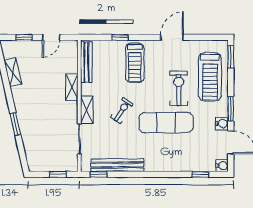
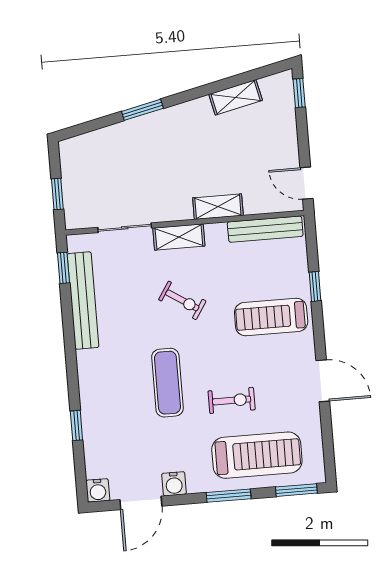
window: (24, 37) -> (299, 93), moved
door: (51, 37) -> (307, 183), moved
treadmill: (210, 77) -> (257, 455), turned 180
exercise bike: (179, 88) -> (232, 400), width x0.73, depth x0.72
window: (231, 109) -> (229, 496), moved
exercise mat: (166, 123) -> (167, 383), width x0.73, depth x0.69
window: (201, 174) -> (76, 425), moved

